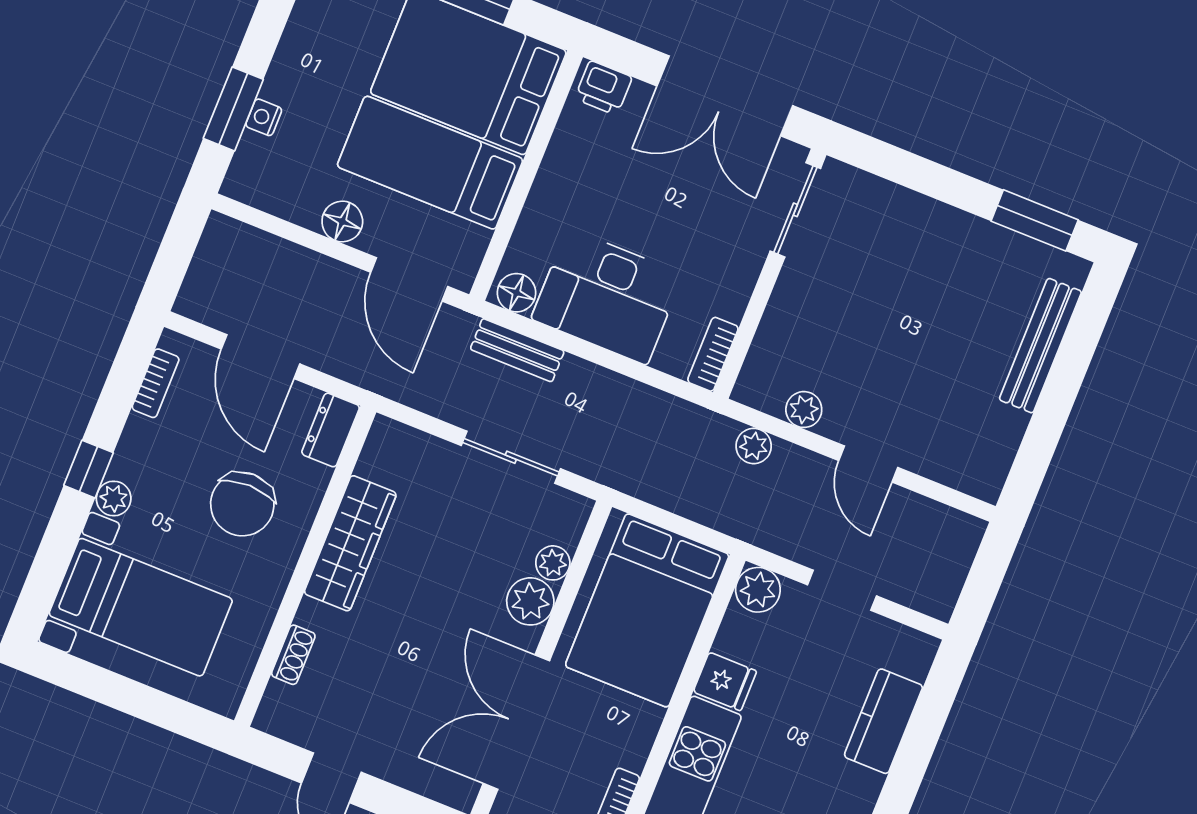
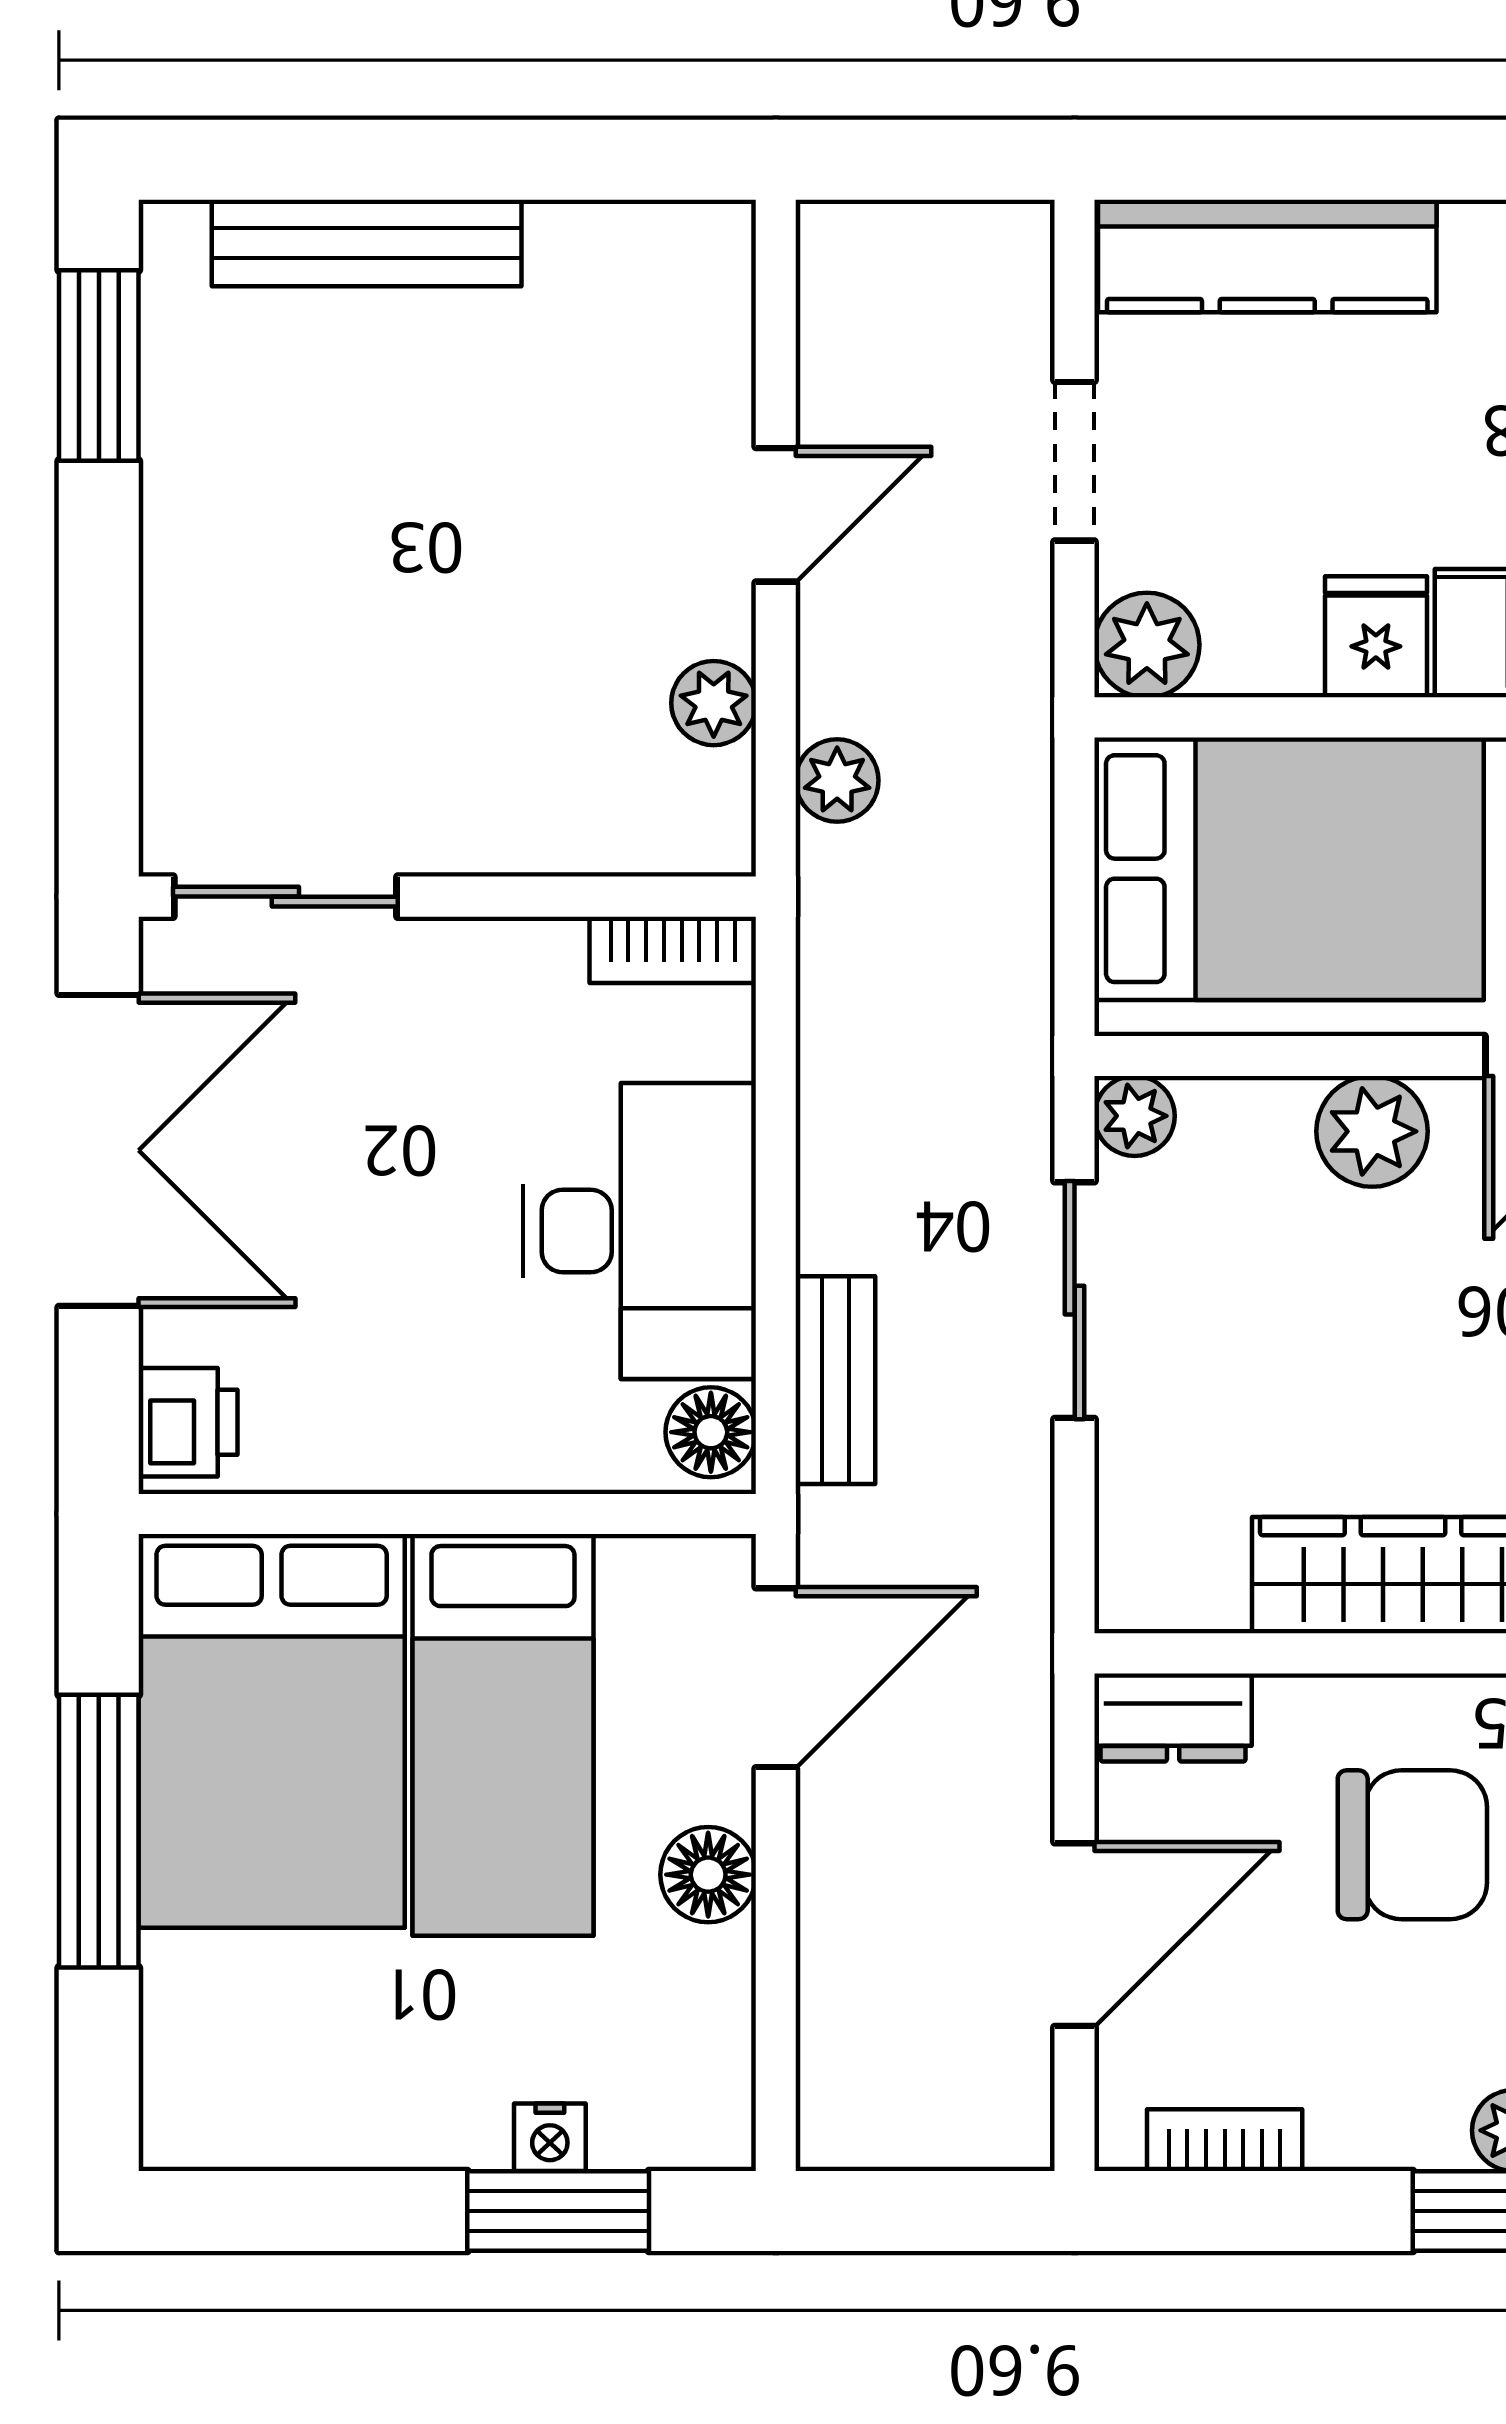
plant: (553, 563) -> (1135, 1116), moved
kitchen counter: (883, 721) -> (1267, 256), width x1.50

